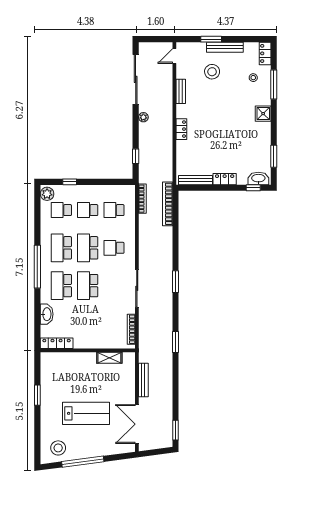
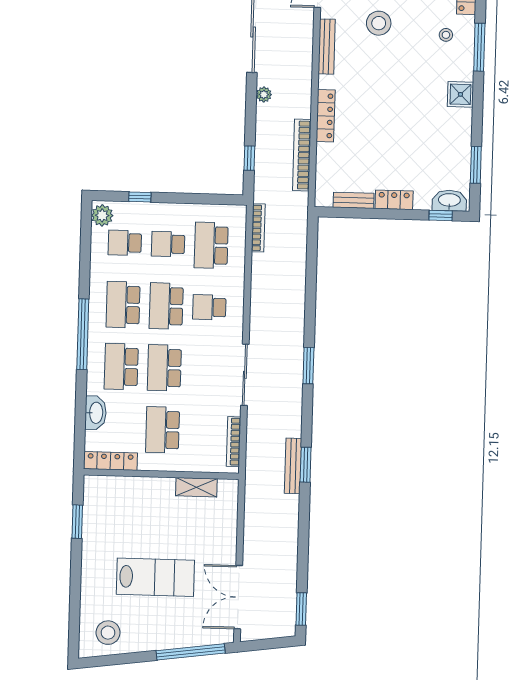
bench: (181, 91) -> (327, 47), width x1.36
locker: (181, 129) -> (326, 116), width x1.53
bench: (195, 180) -> (354, 200), width x0.73
bookcase: (168, 204) -> (302, 155), moved
school desk: (114, 210) -> (211, 245), width x1.85
school desk: (88, 323) -> (163, 430), added
bench: (143, 380) -> (293, 466), moved
window: (37, 395) -> (77, 522), moved
window: (83, 462) -> (191, 652), moved

